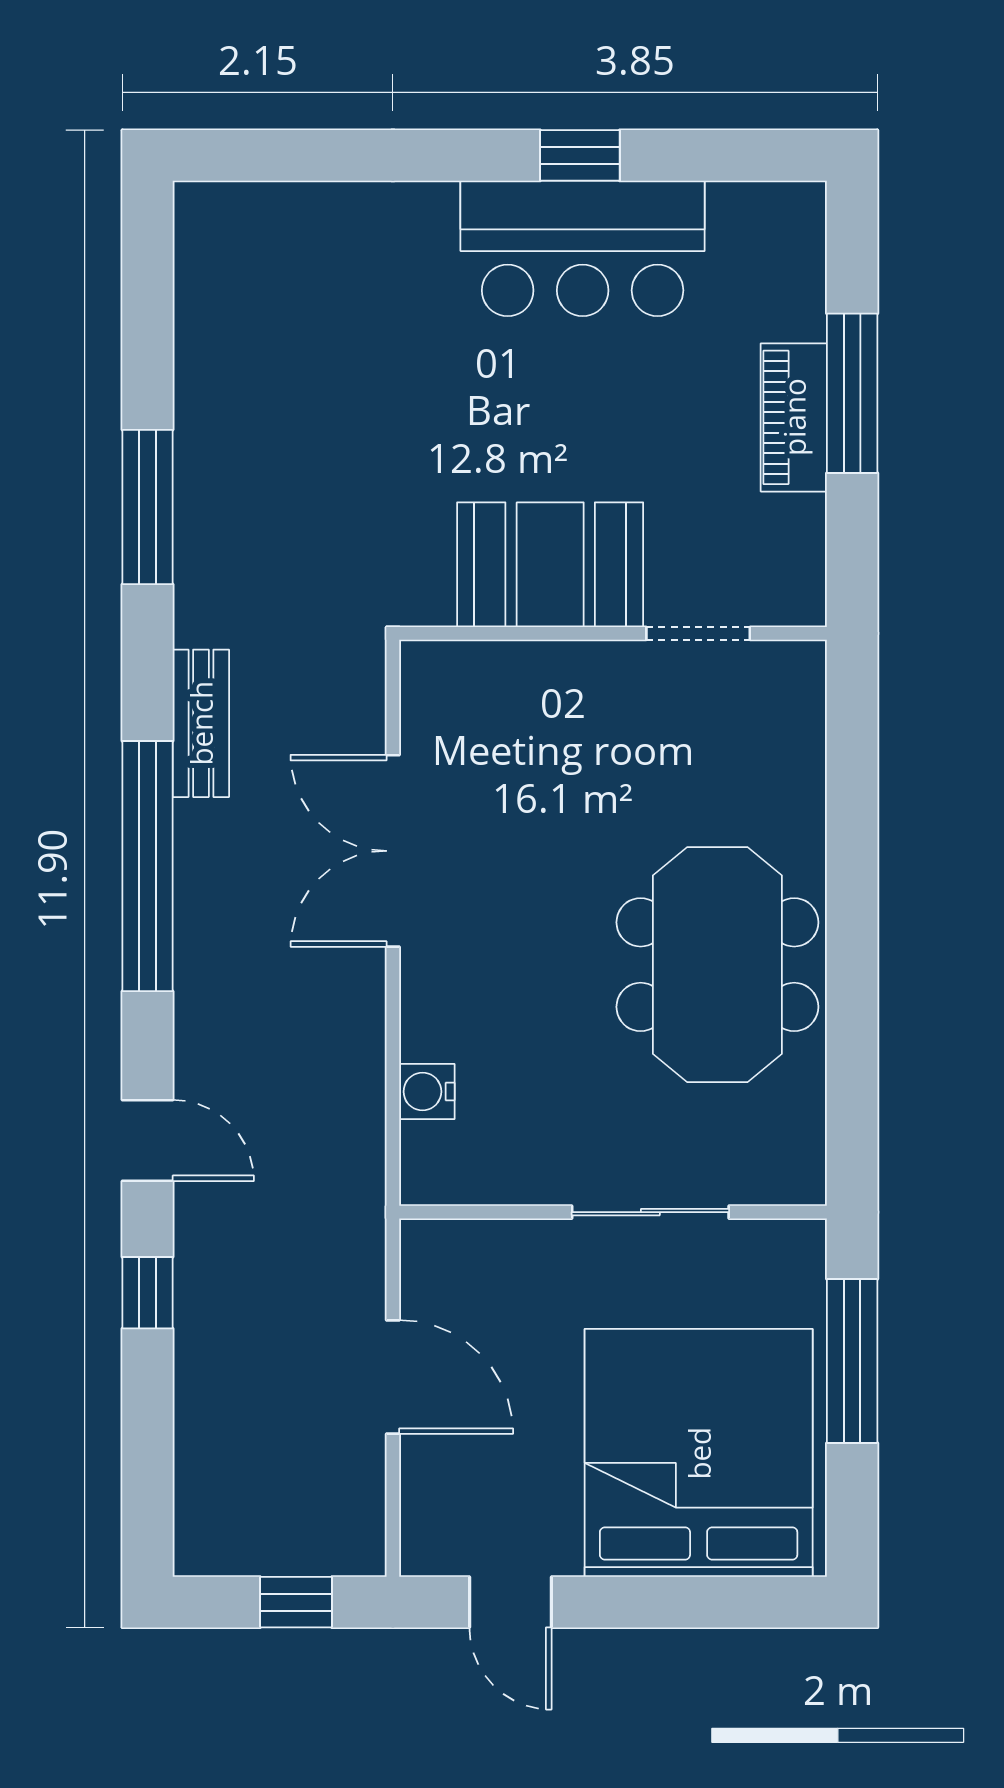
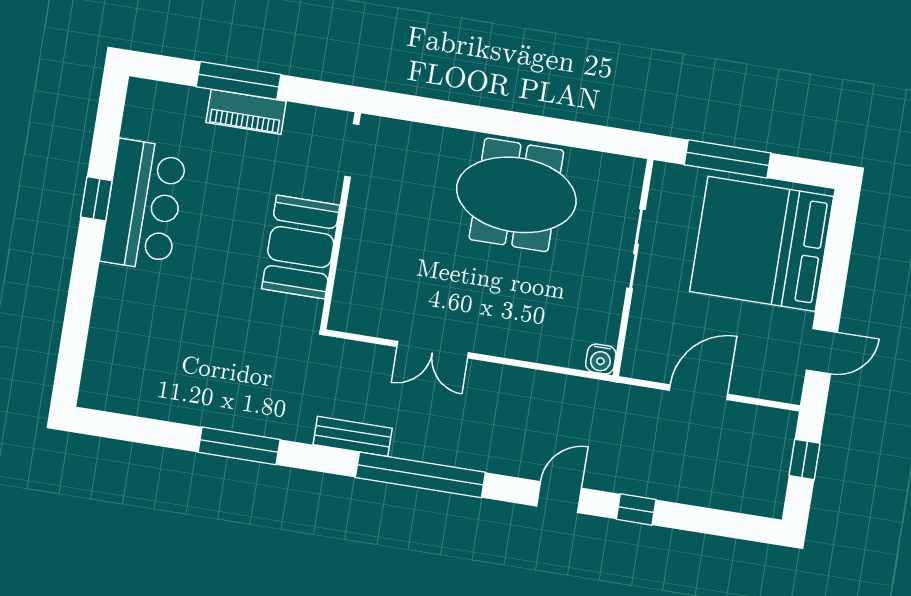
doorway: (698, 633) -> (352, 151), moved
double door: (393, 851) -> (433, 350), width x0.73
water cooler: (427, 1092) -> (601, 359), moved

